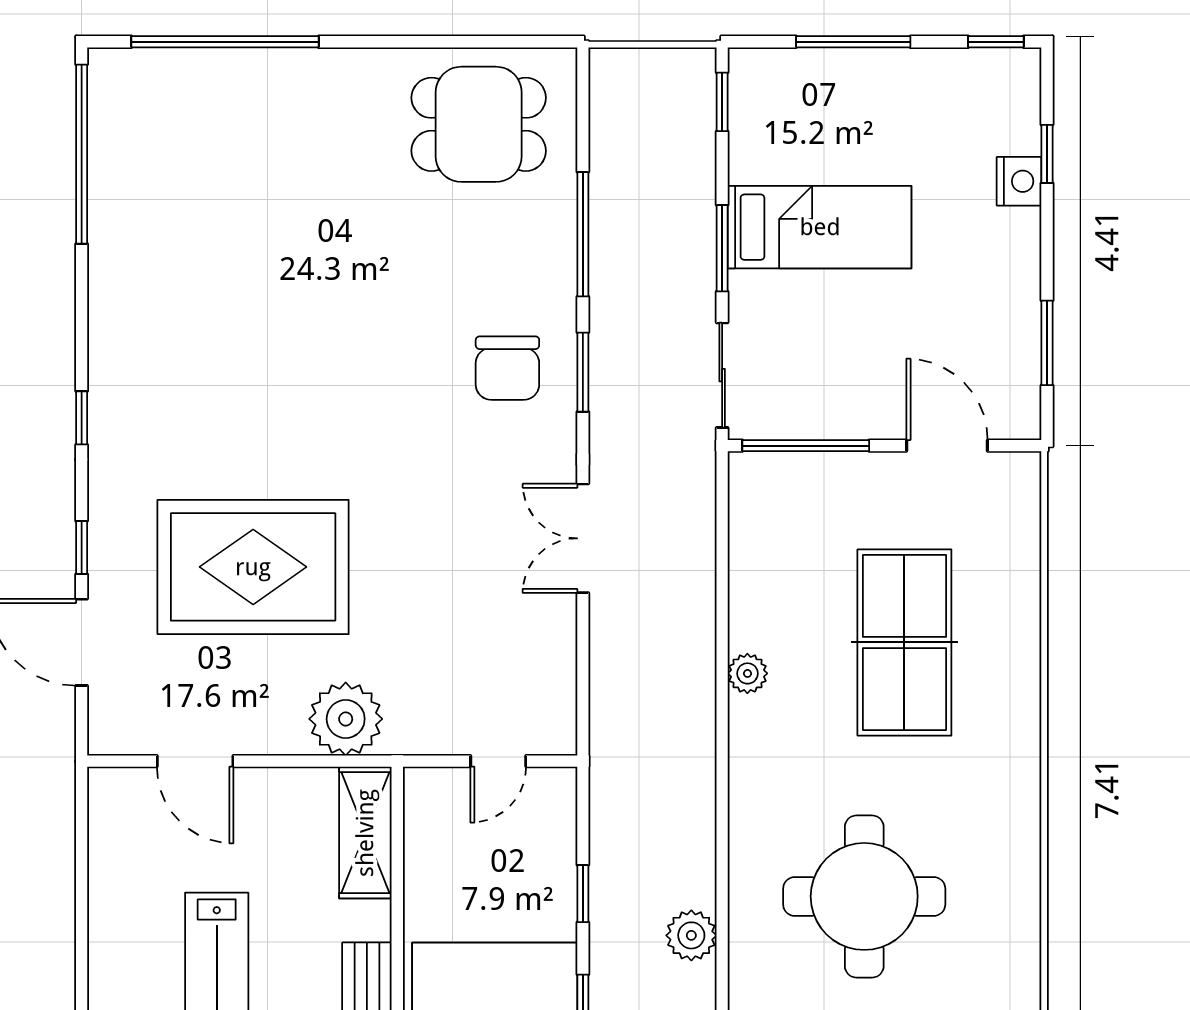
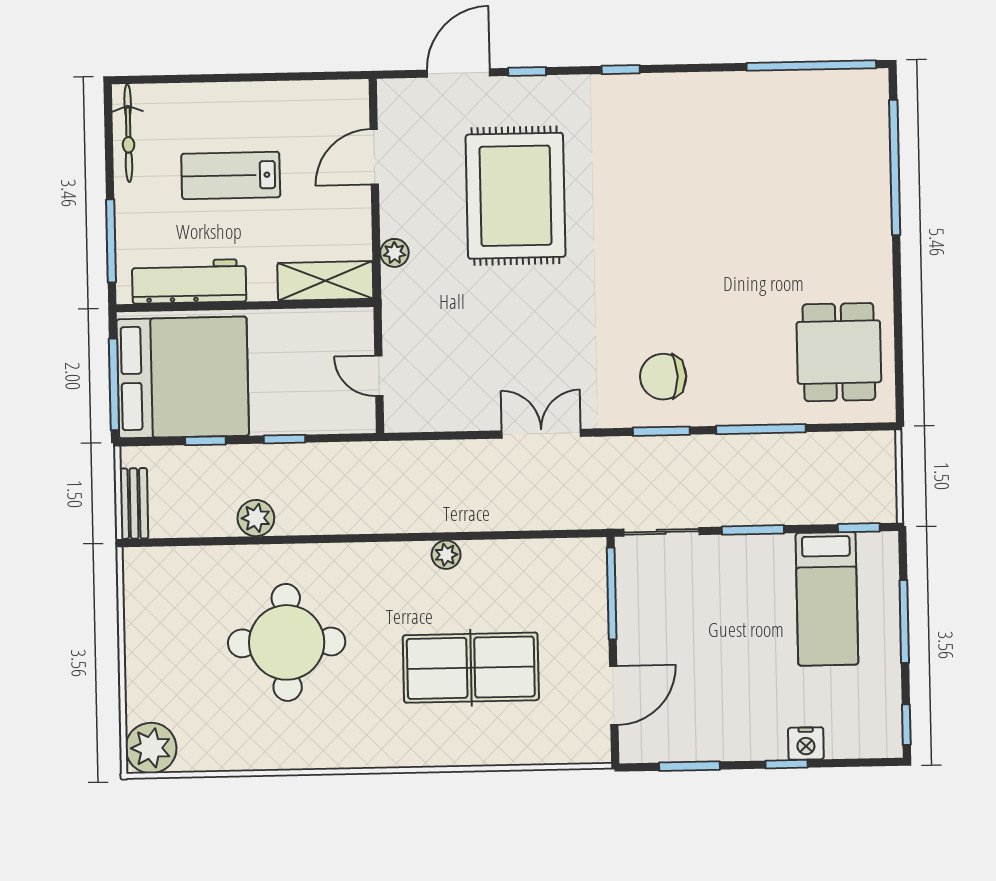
window: (1047, 154) -> (787, 764), moved
bed: (820, 227) -> (827, 599), moved
plant: (346, 719) -> (394, 253), width x0.53, depth x0.53

